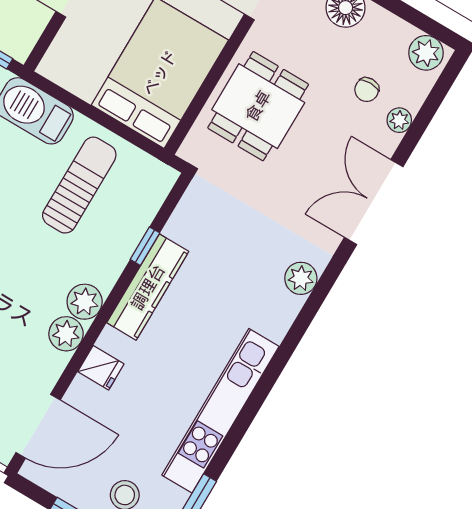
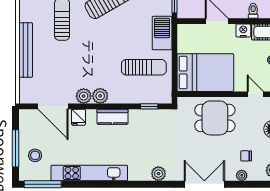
window: (145, 246) -> (149, 106), moved
kitchen counter: (148, 287) -> (113, 117), width x0.67
door: (38, 426) -> (53, 106), moved

